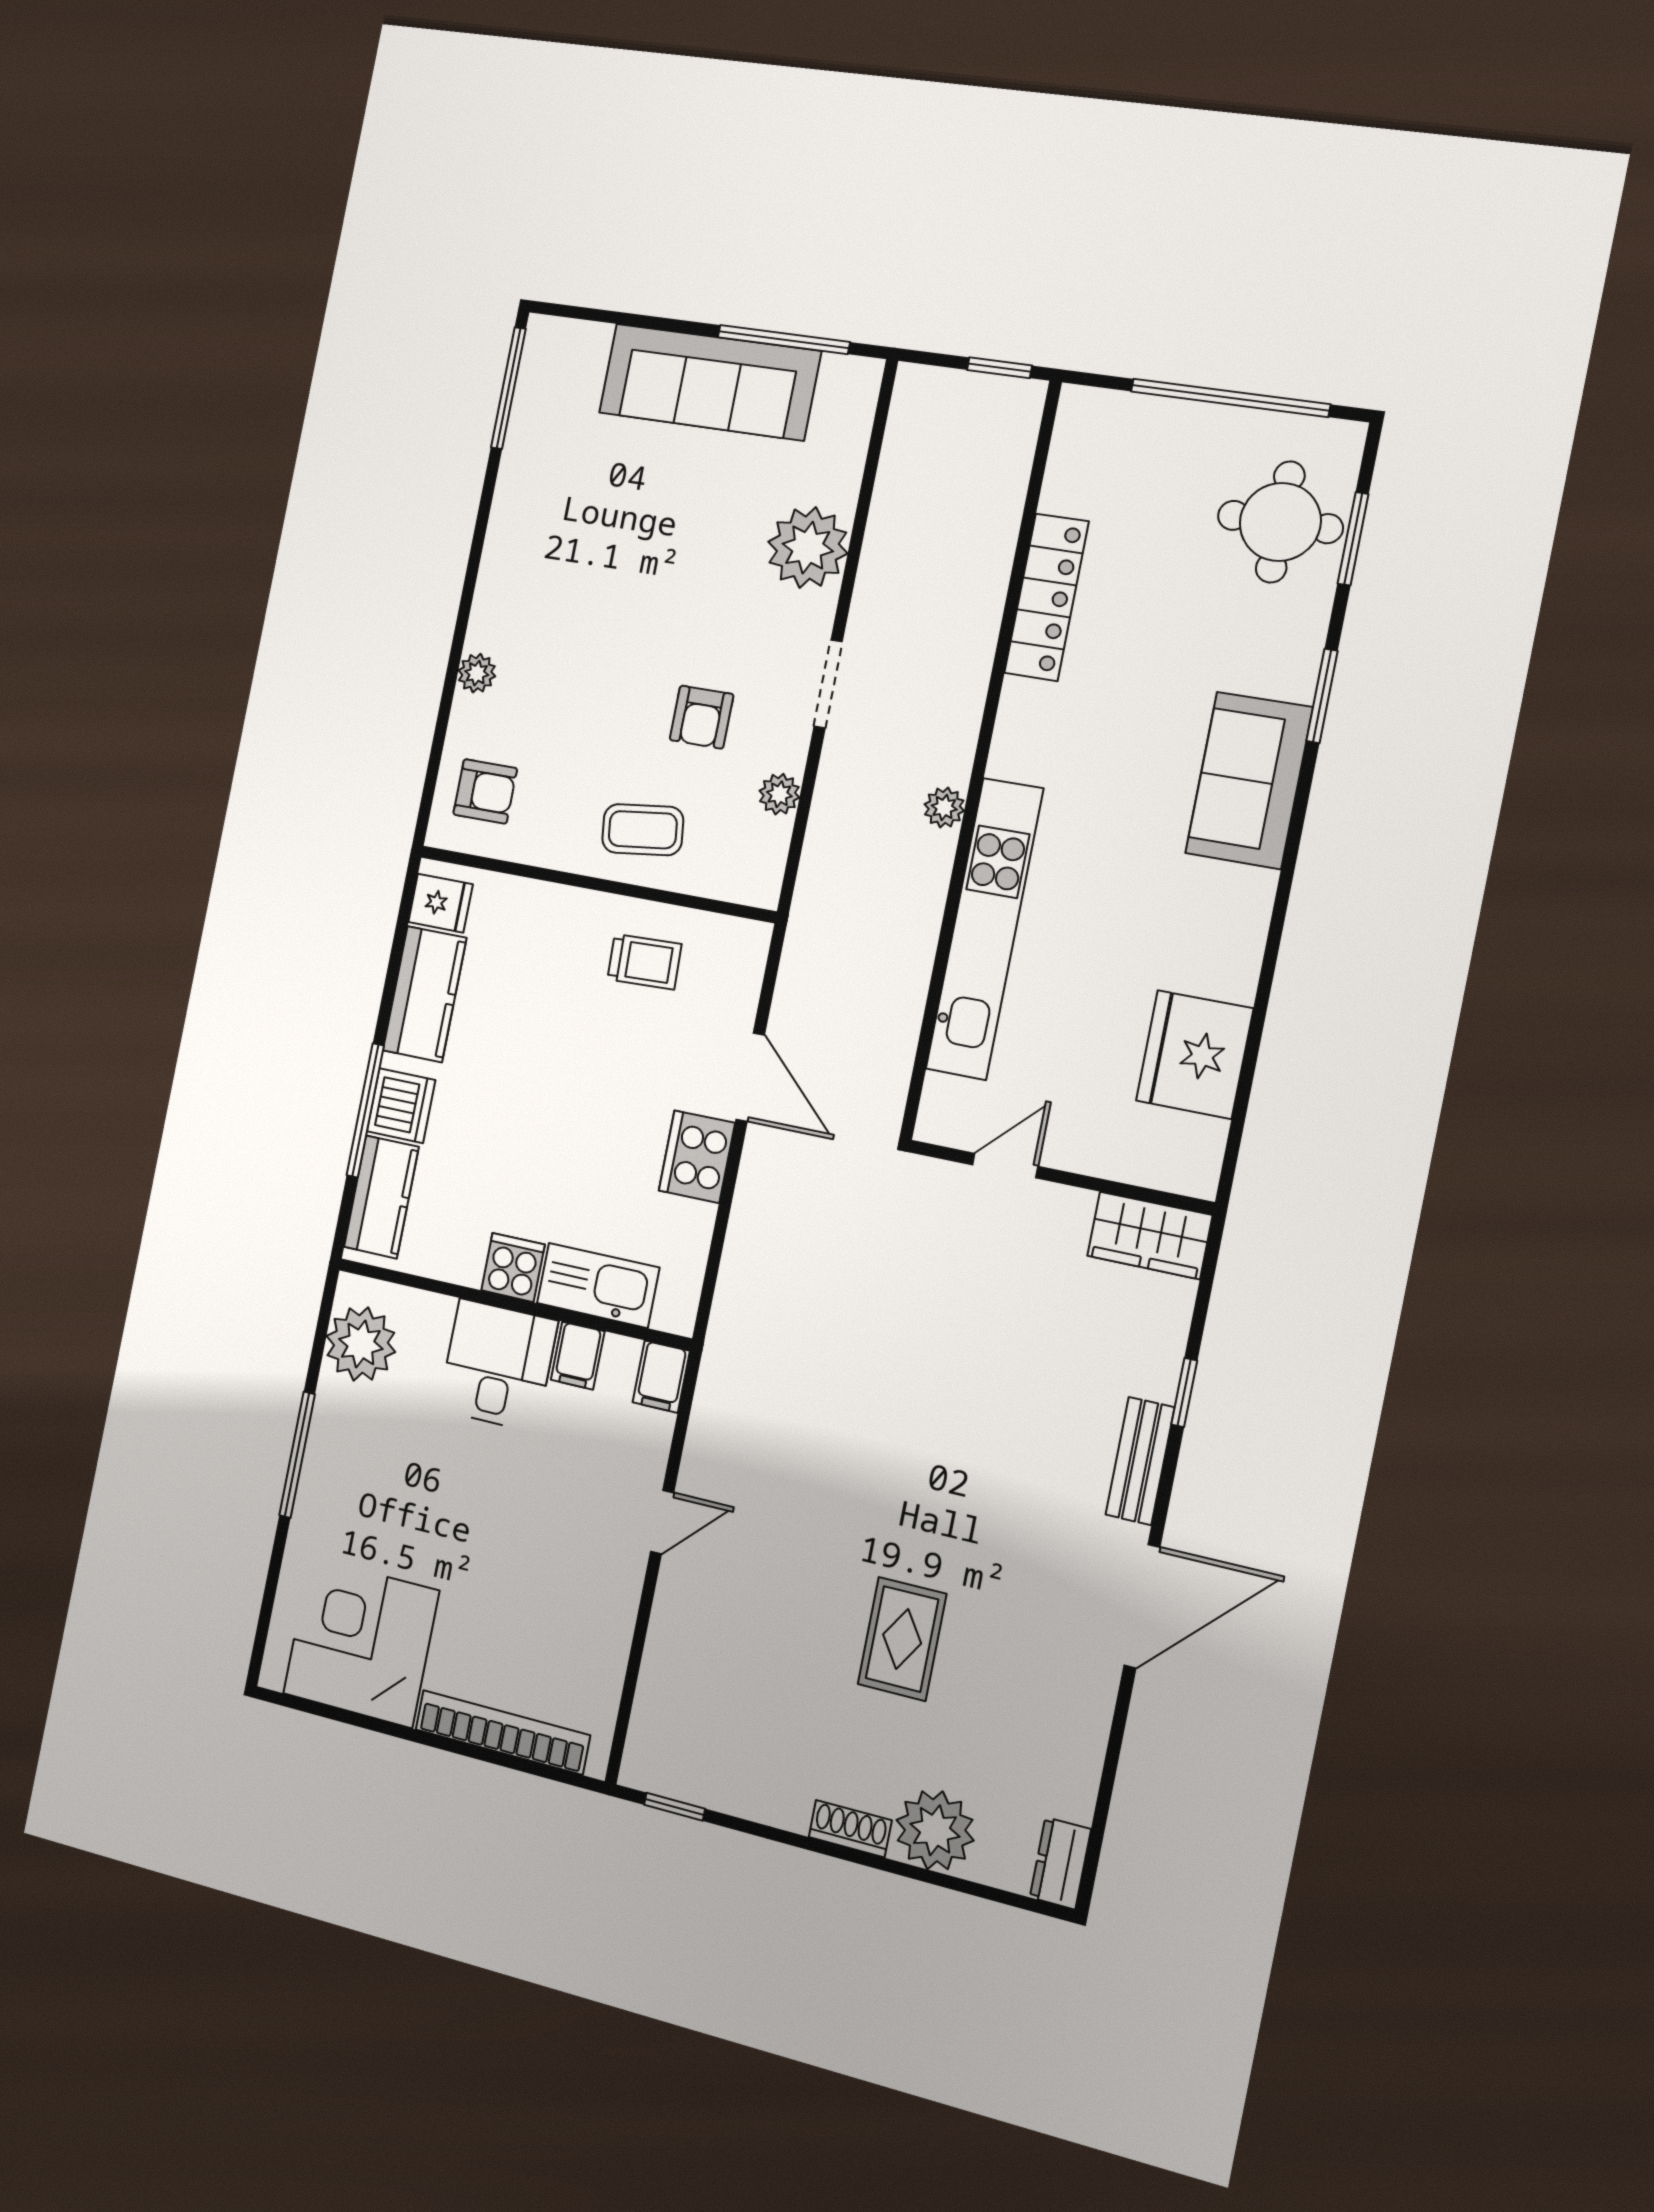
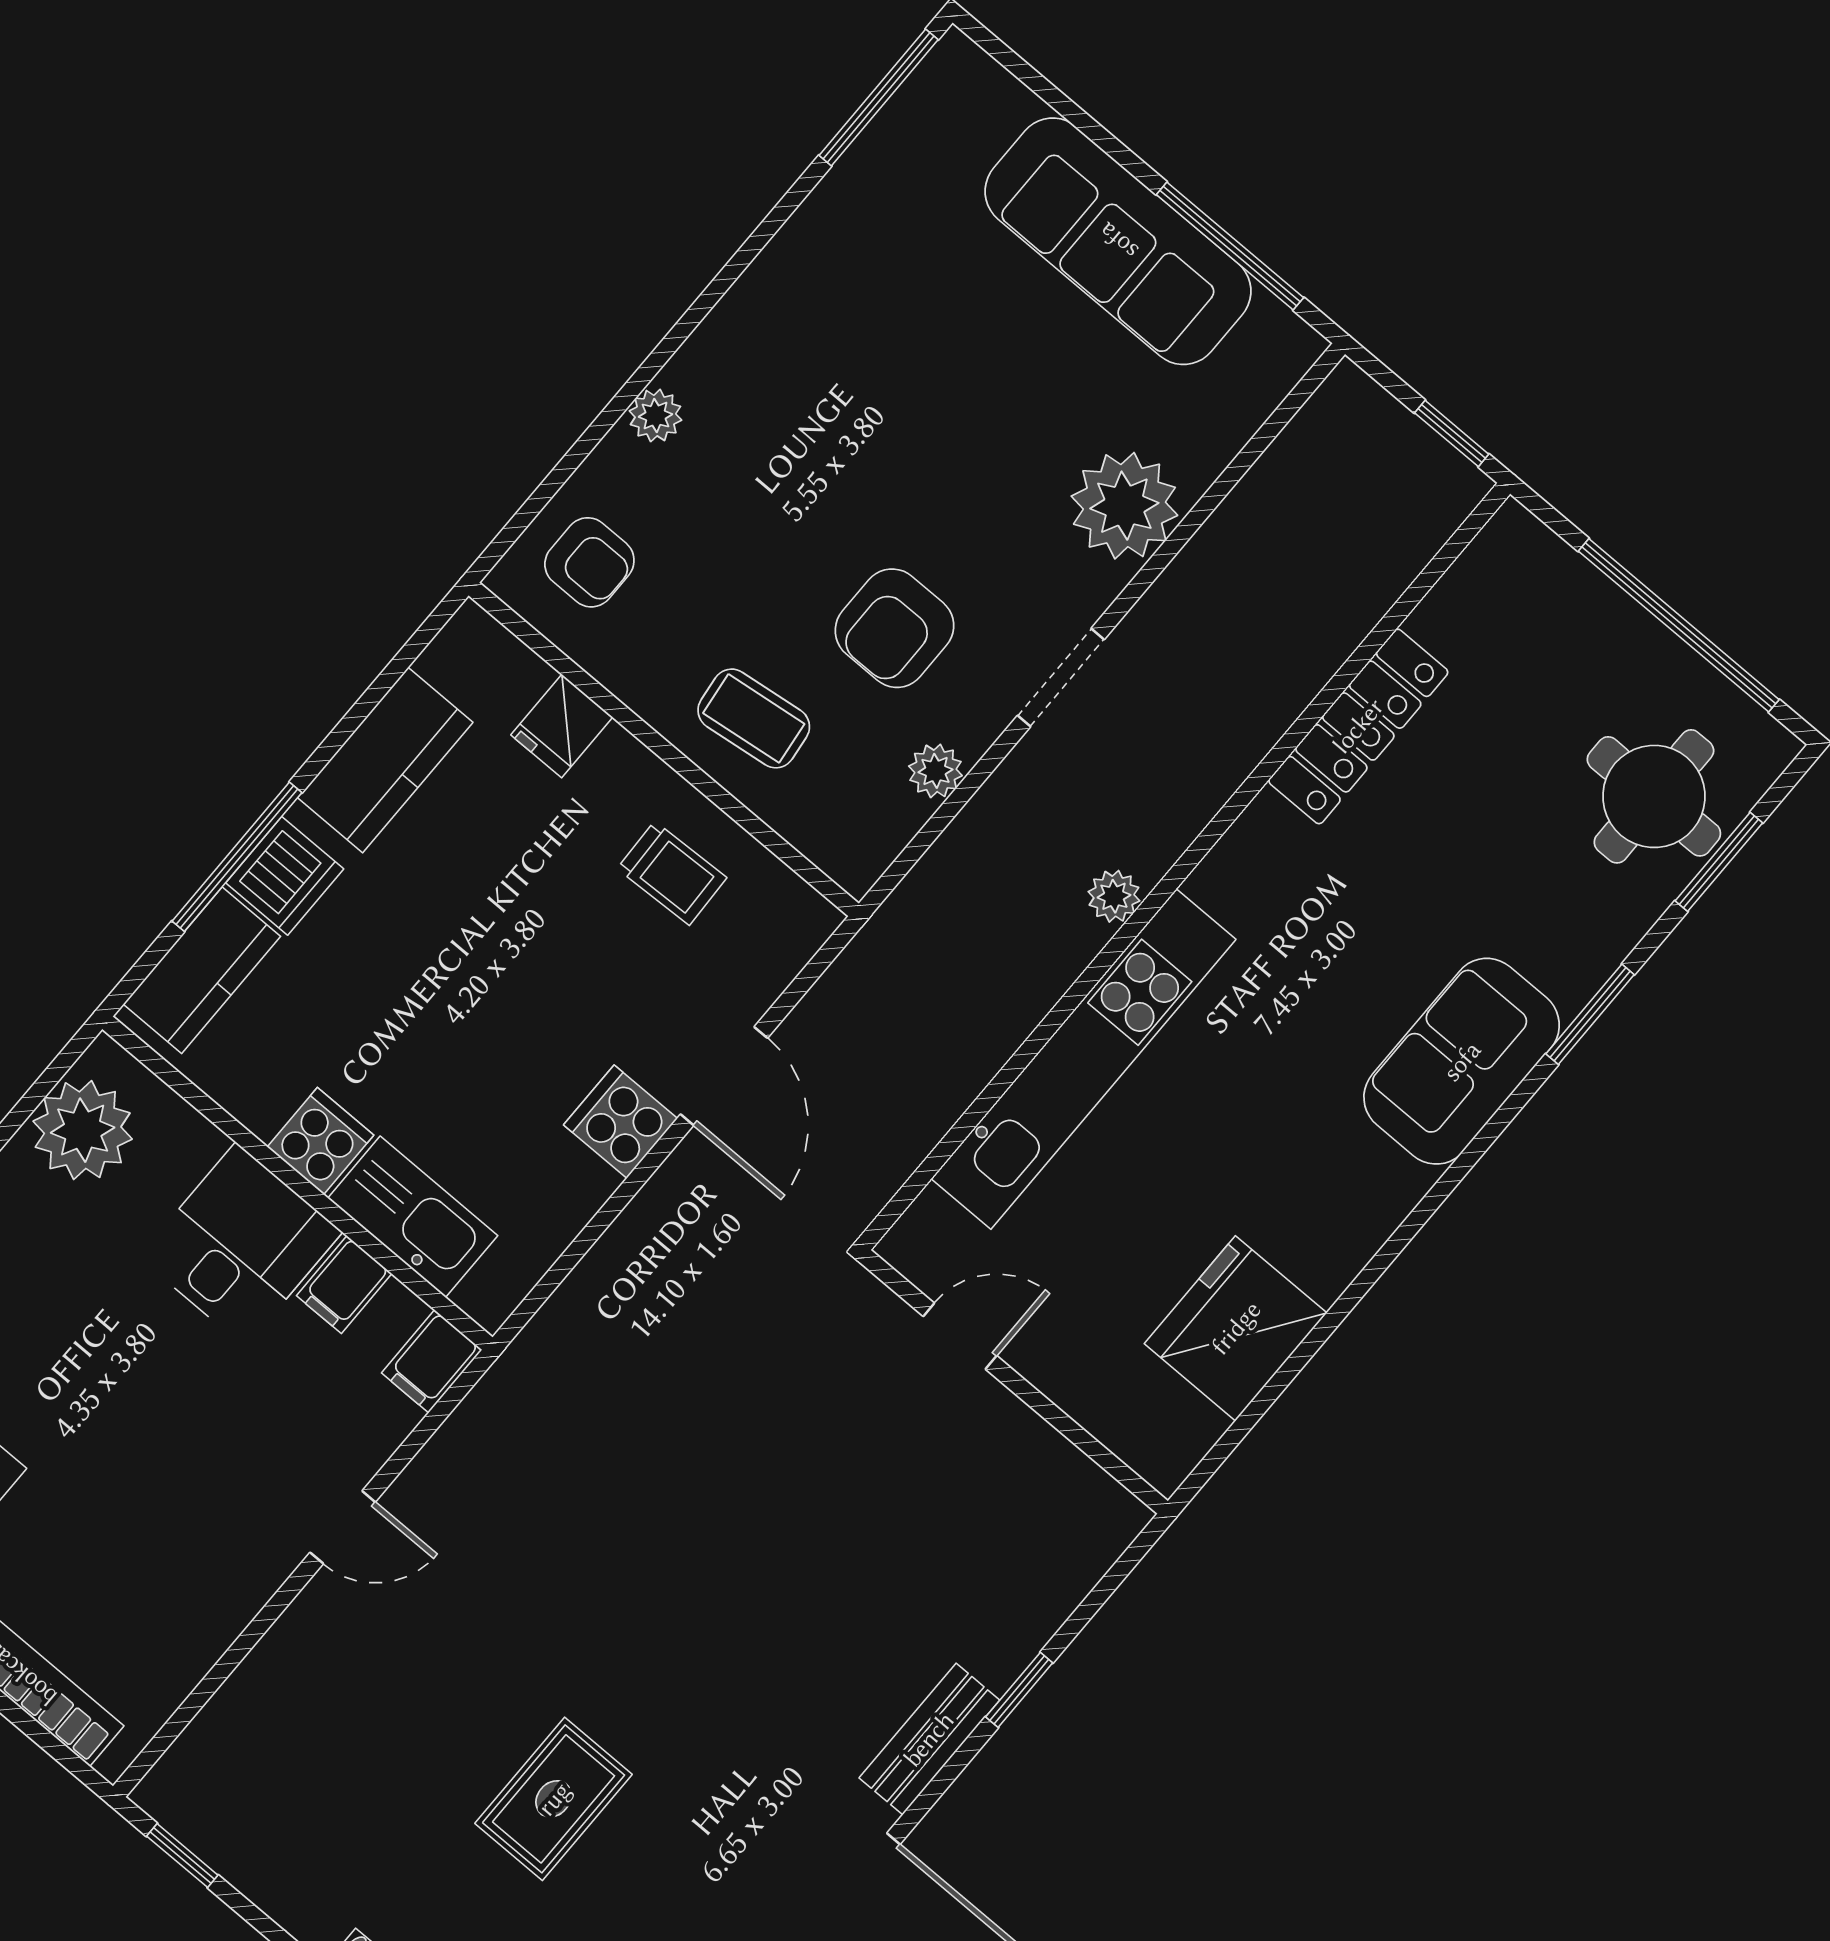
armchair: (702, 717) -> (894, 628), width x1.38, depth x1.38
fridge: (441, 903) -> (562, 726), moved, turned 90
cooker: (697, 1157) -> (621, 1122), width x0.73
wardrobe: (1150, 1235) -> (1077, 1499), removed

